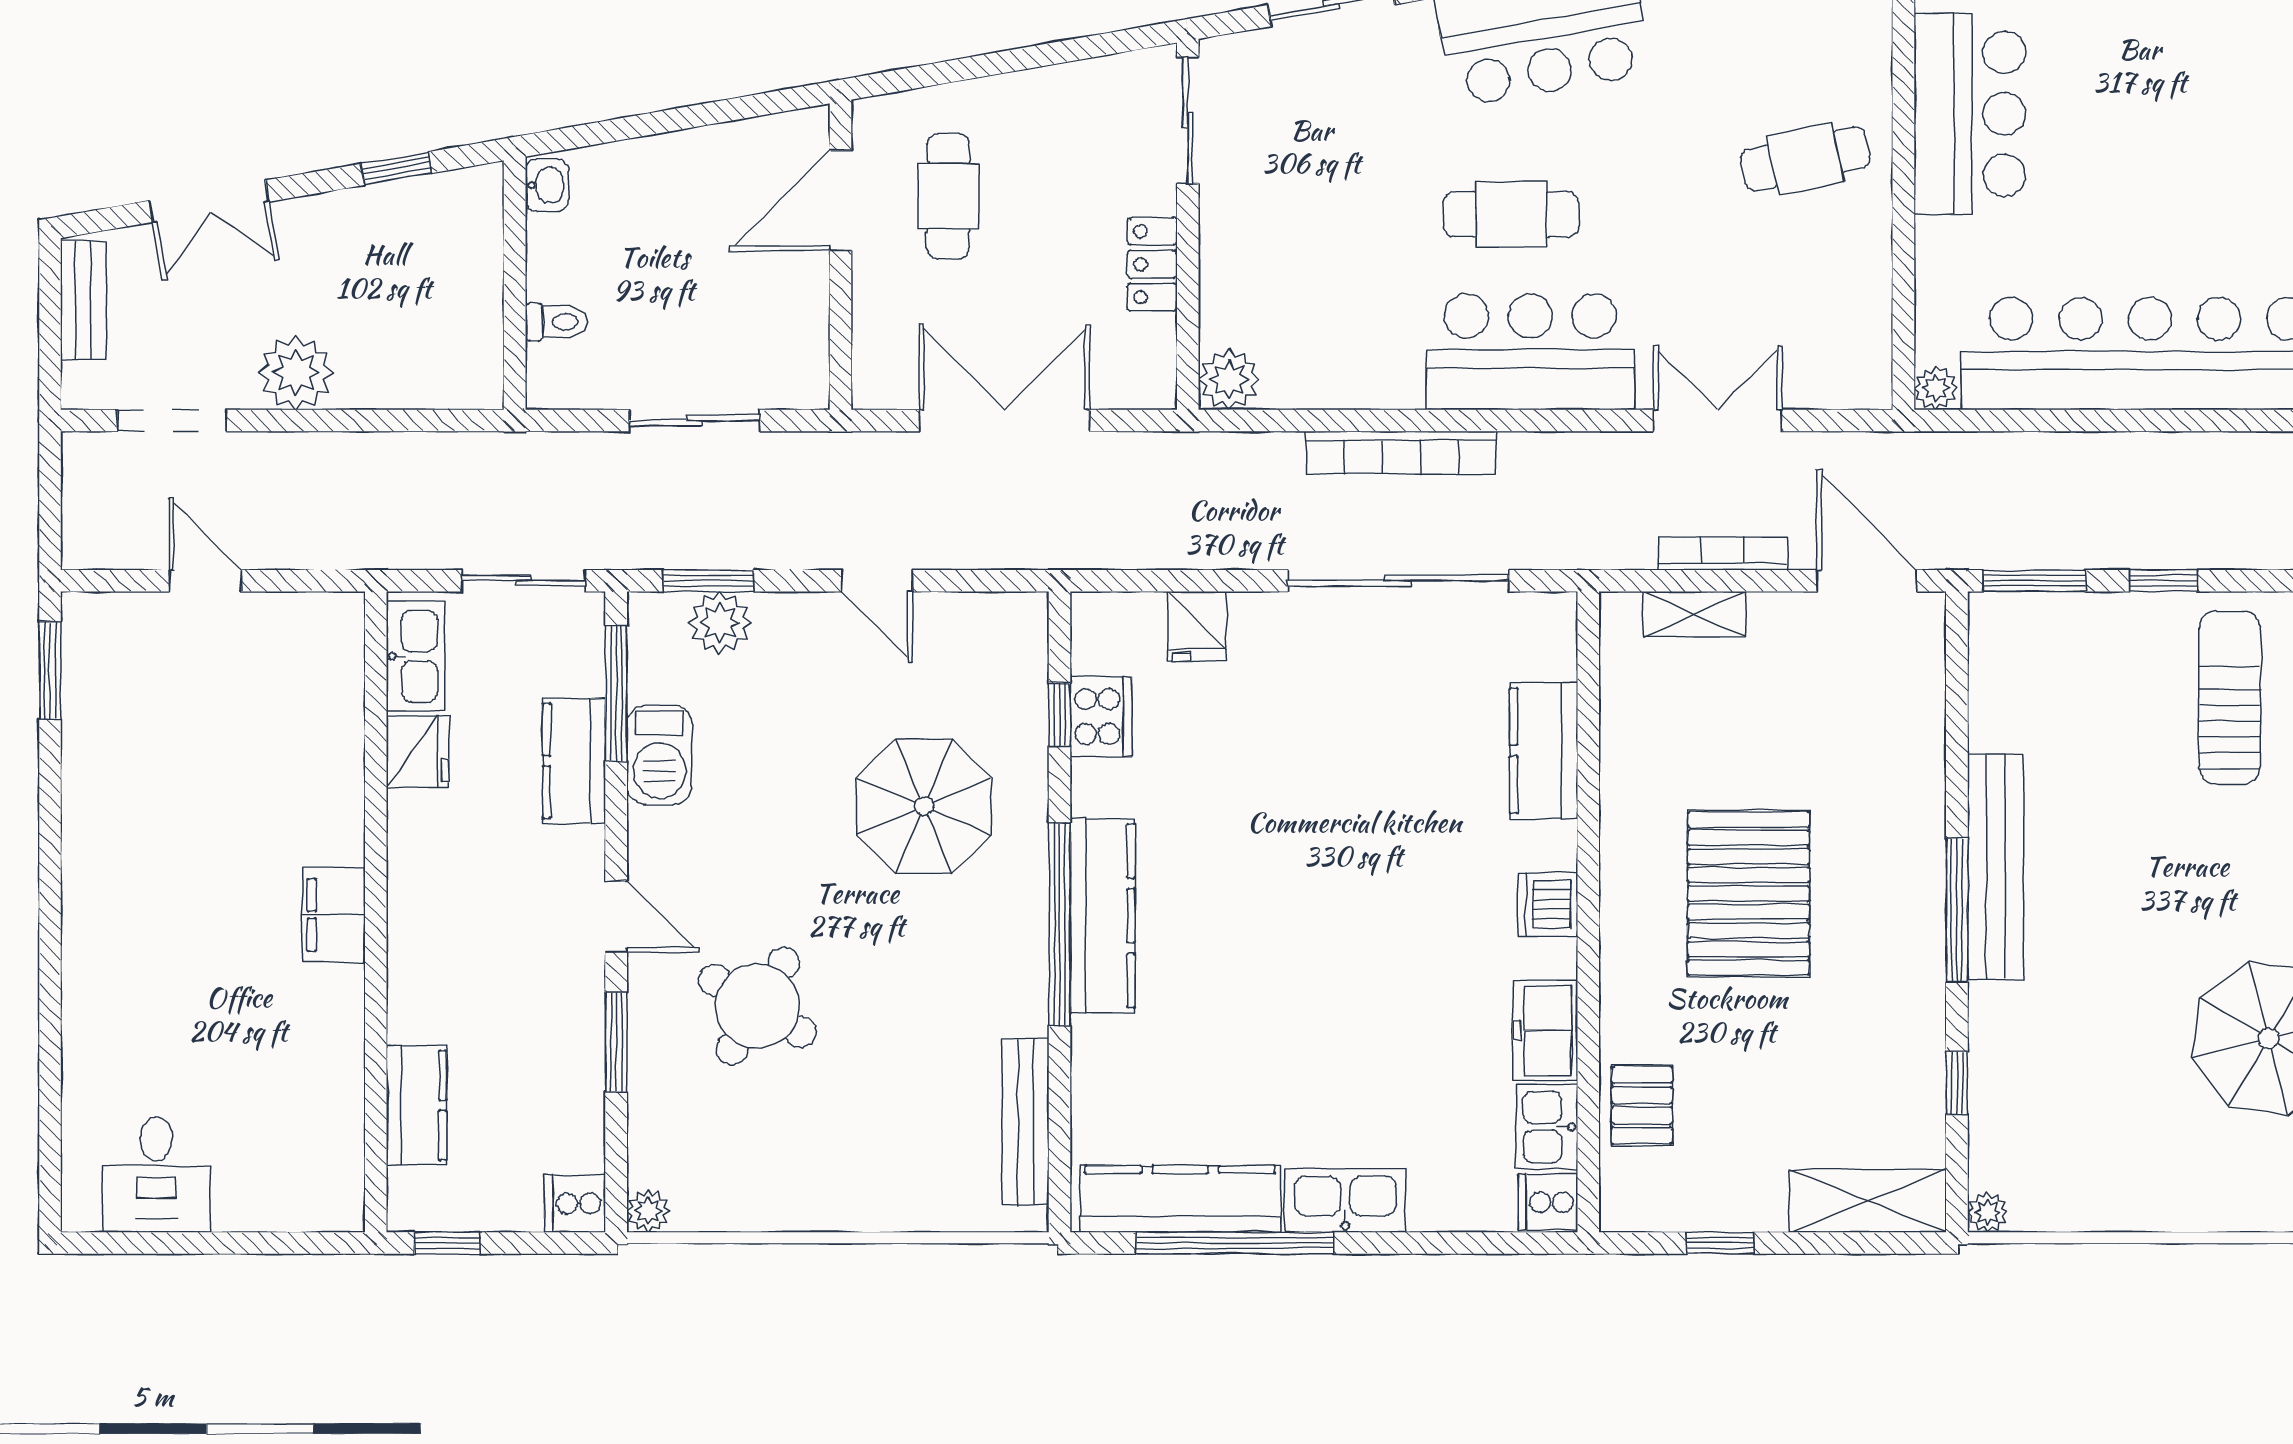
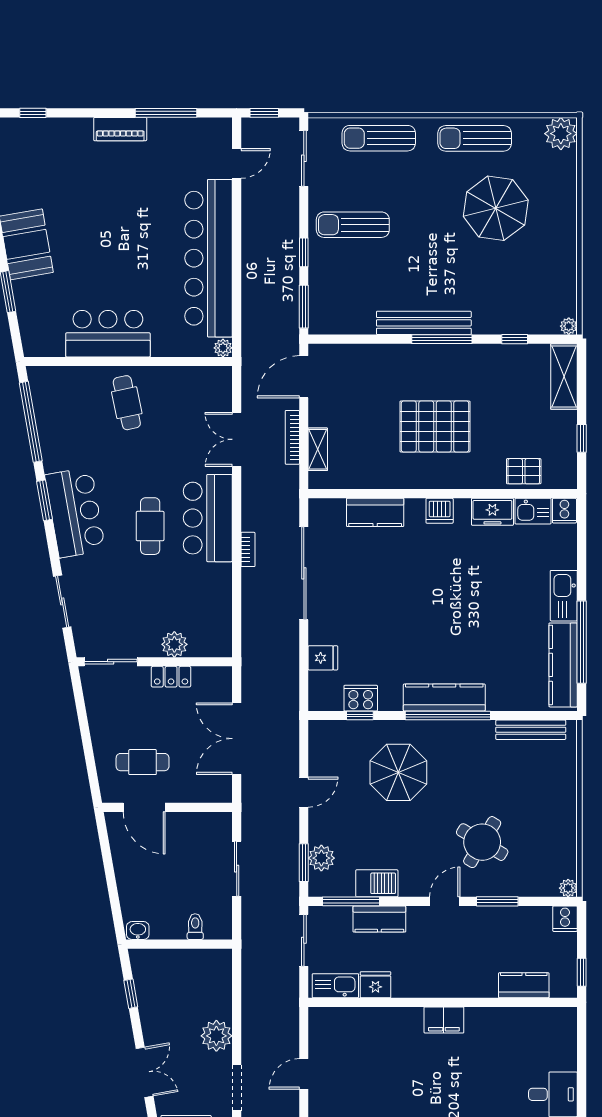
plant: (1229, 379) -> (174, 644), moved
bookcase: (1401, 453) -> (248, 549), width x0.43, depth x0.76

